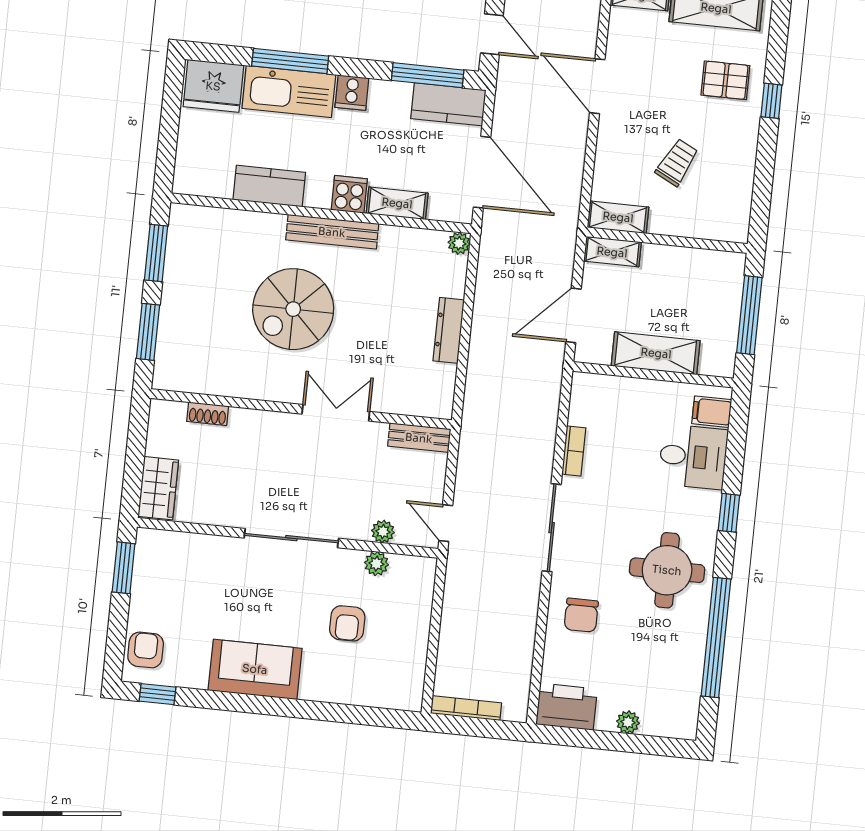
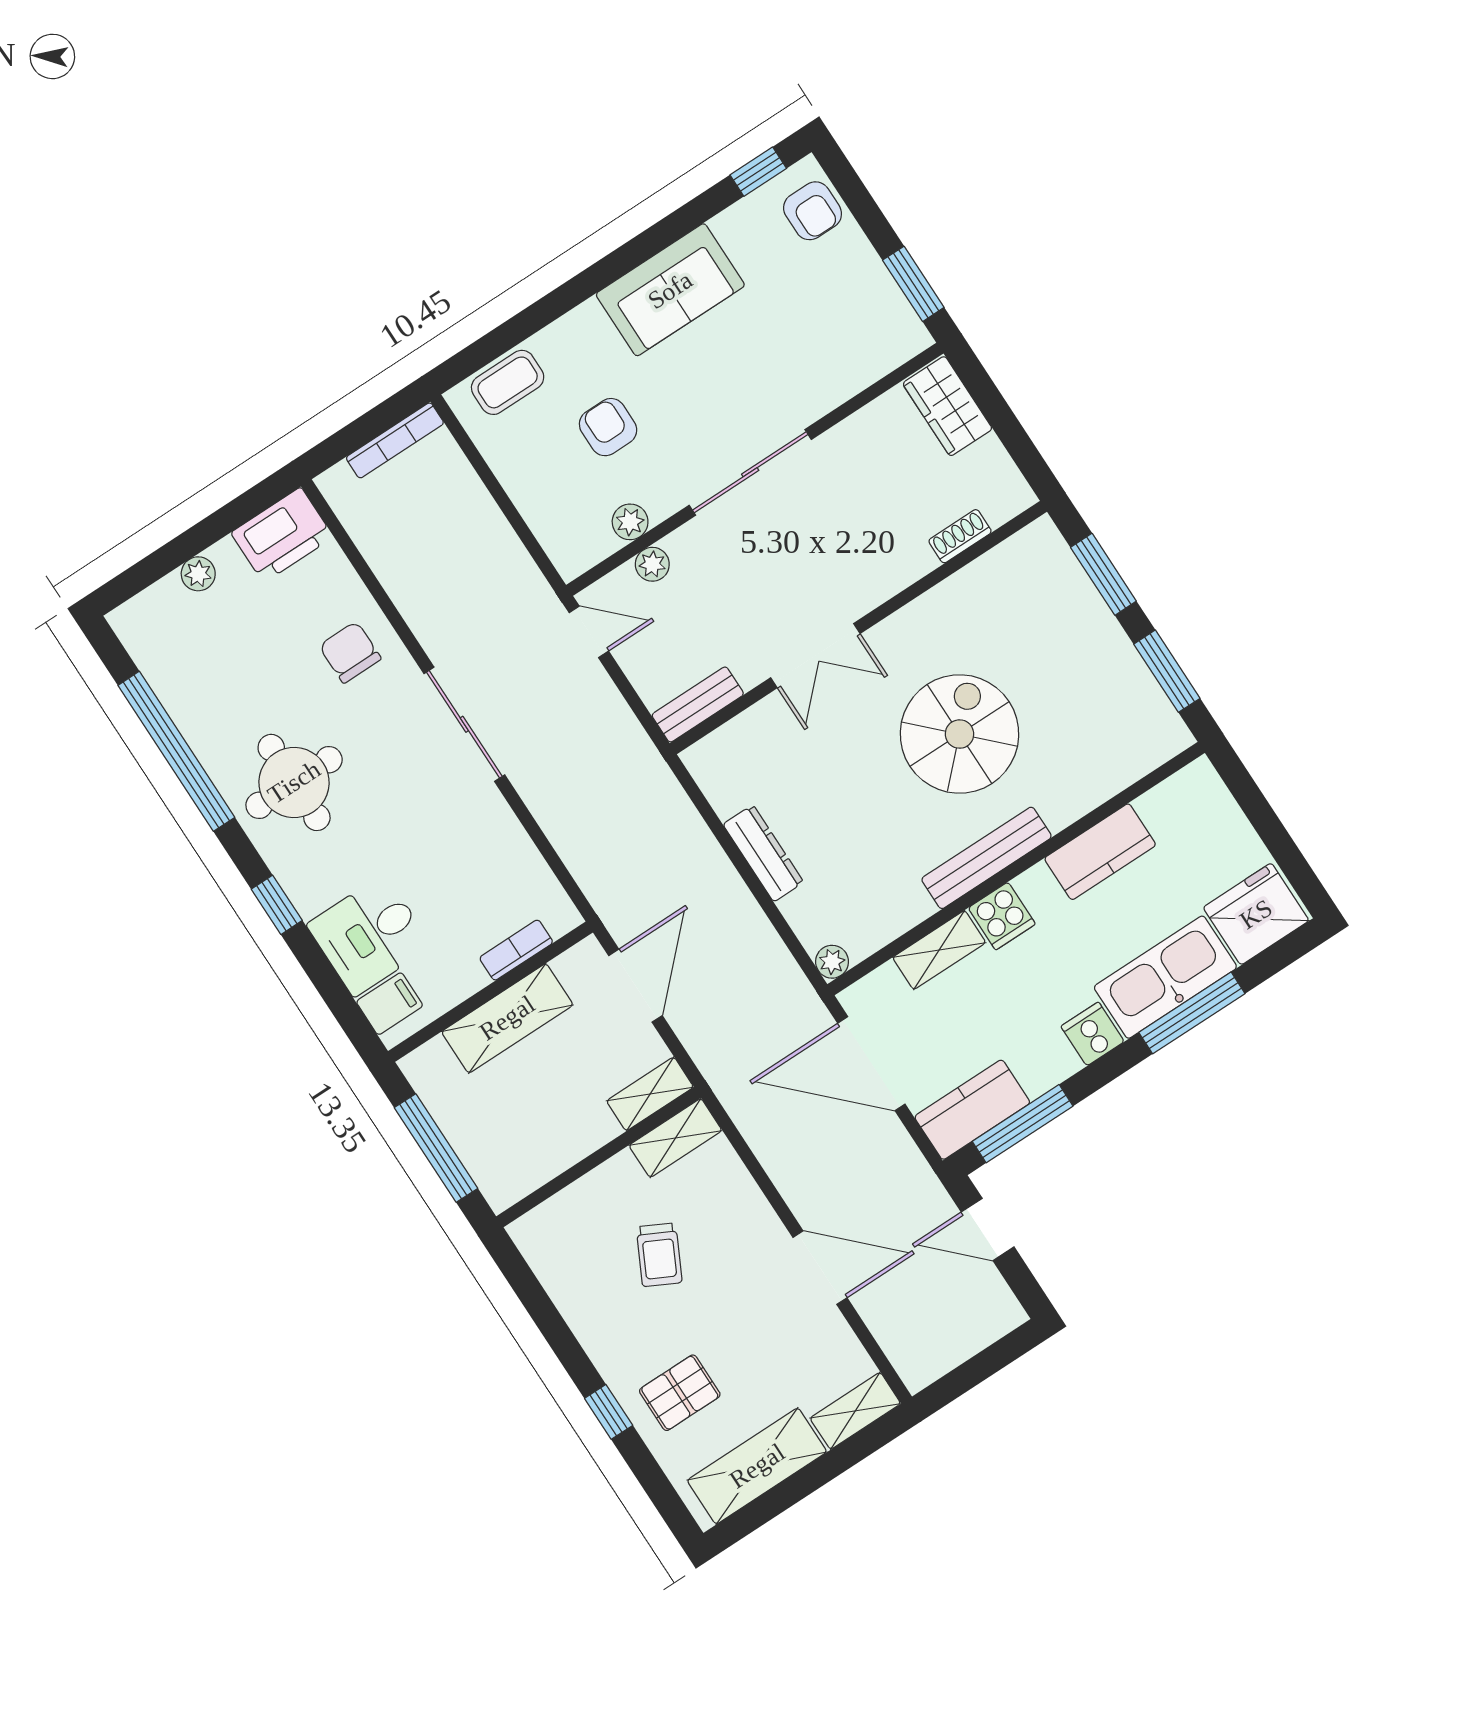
bookcase: (574, 451) -> (516, 950), moved, turned 90
coffee table: (381, 690) -> (508, 382), added

